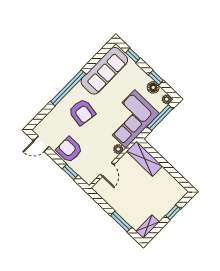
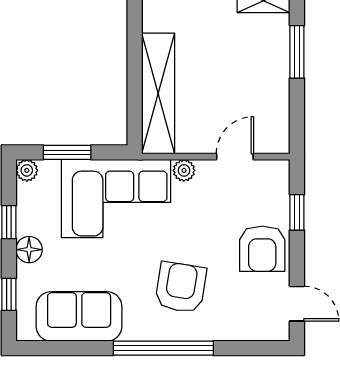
sofa: (104, 71) -> (79, 316), width x0.73
floor lamp: (153, 87) -> (29, 250), moved
window: (160, 118) -> (67, 152), width x0.69
shelving: (144, 159) -> (158, 94), width x1.47

